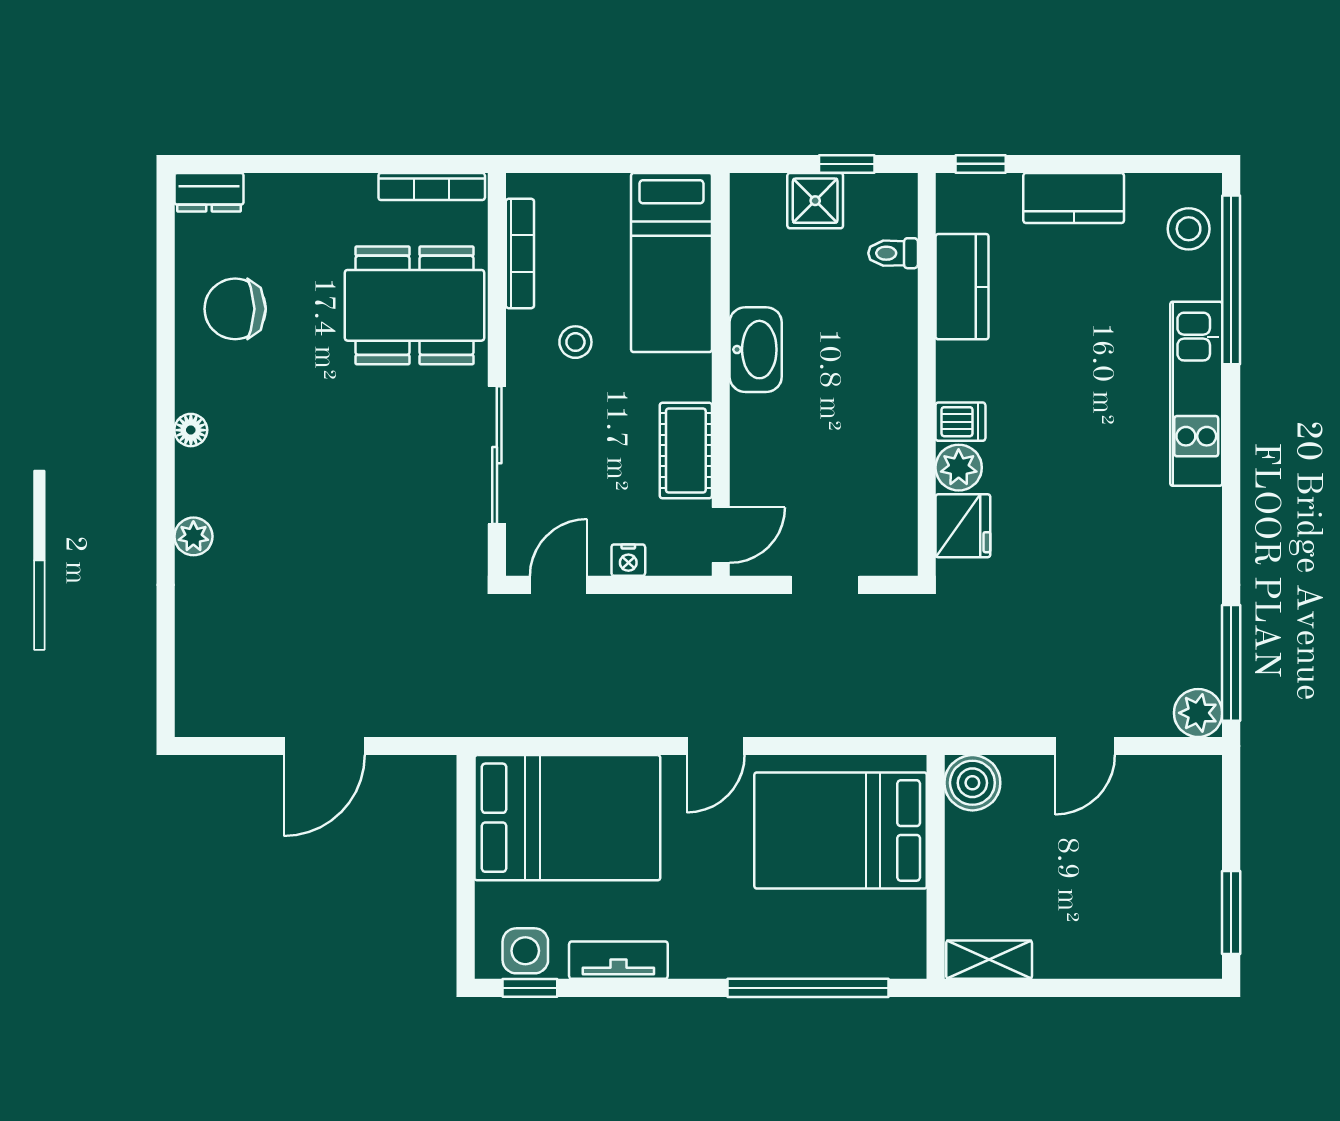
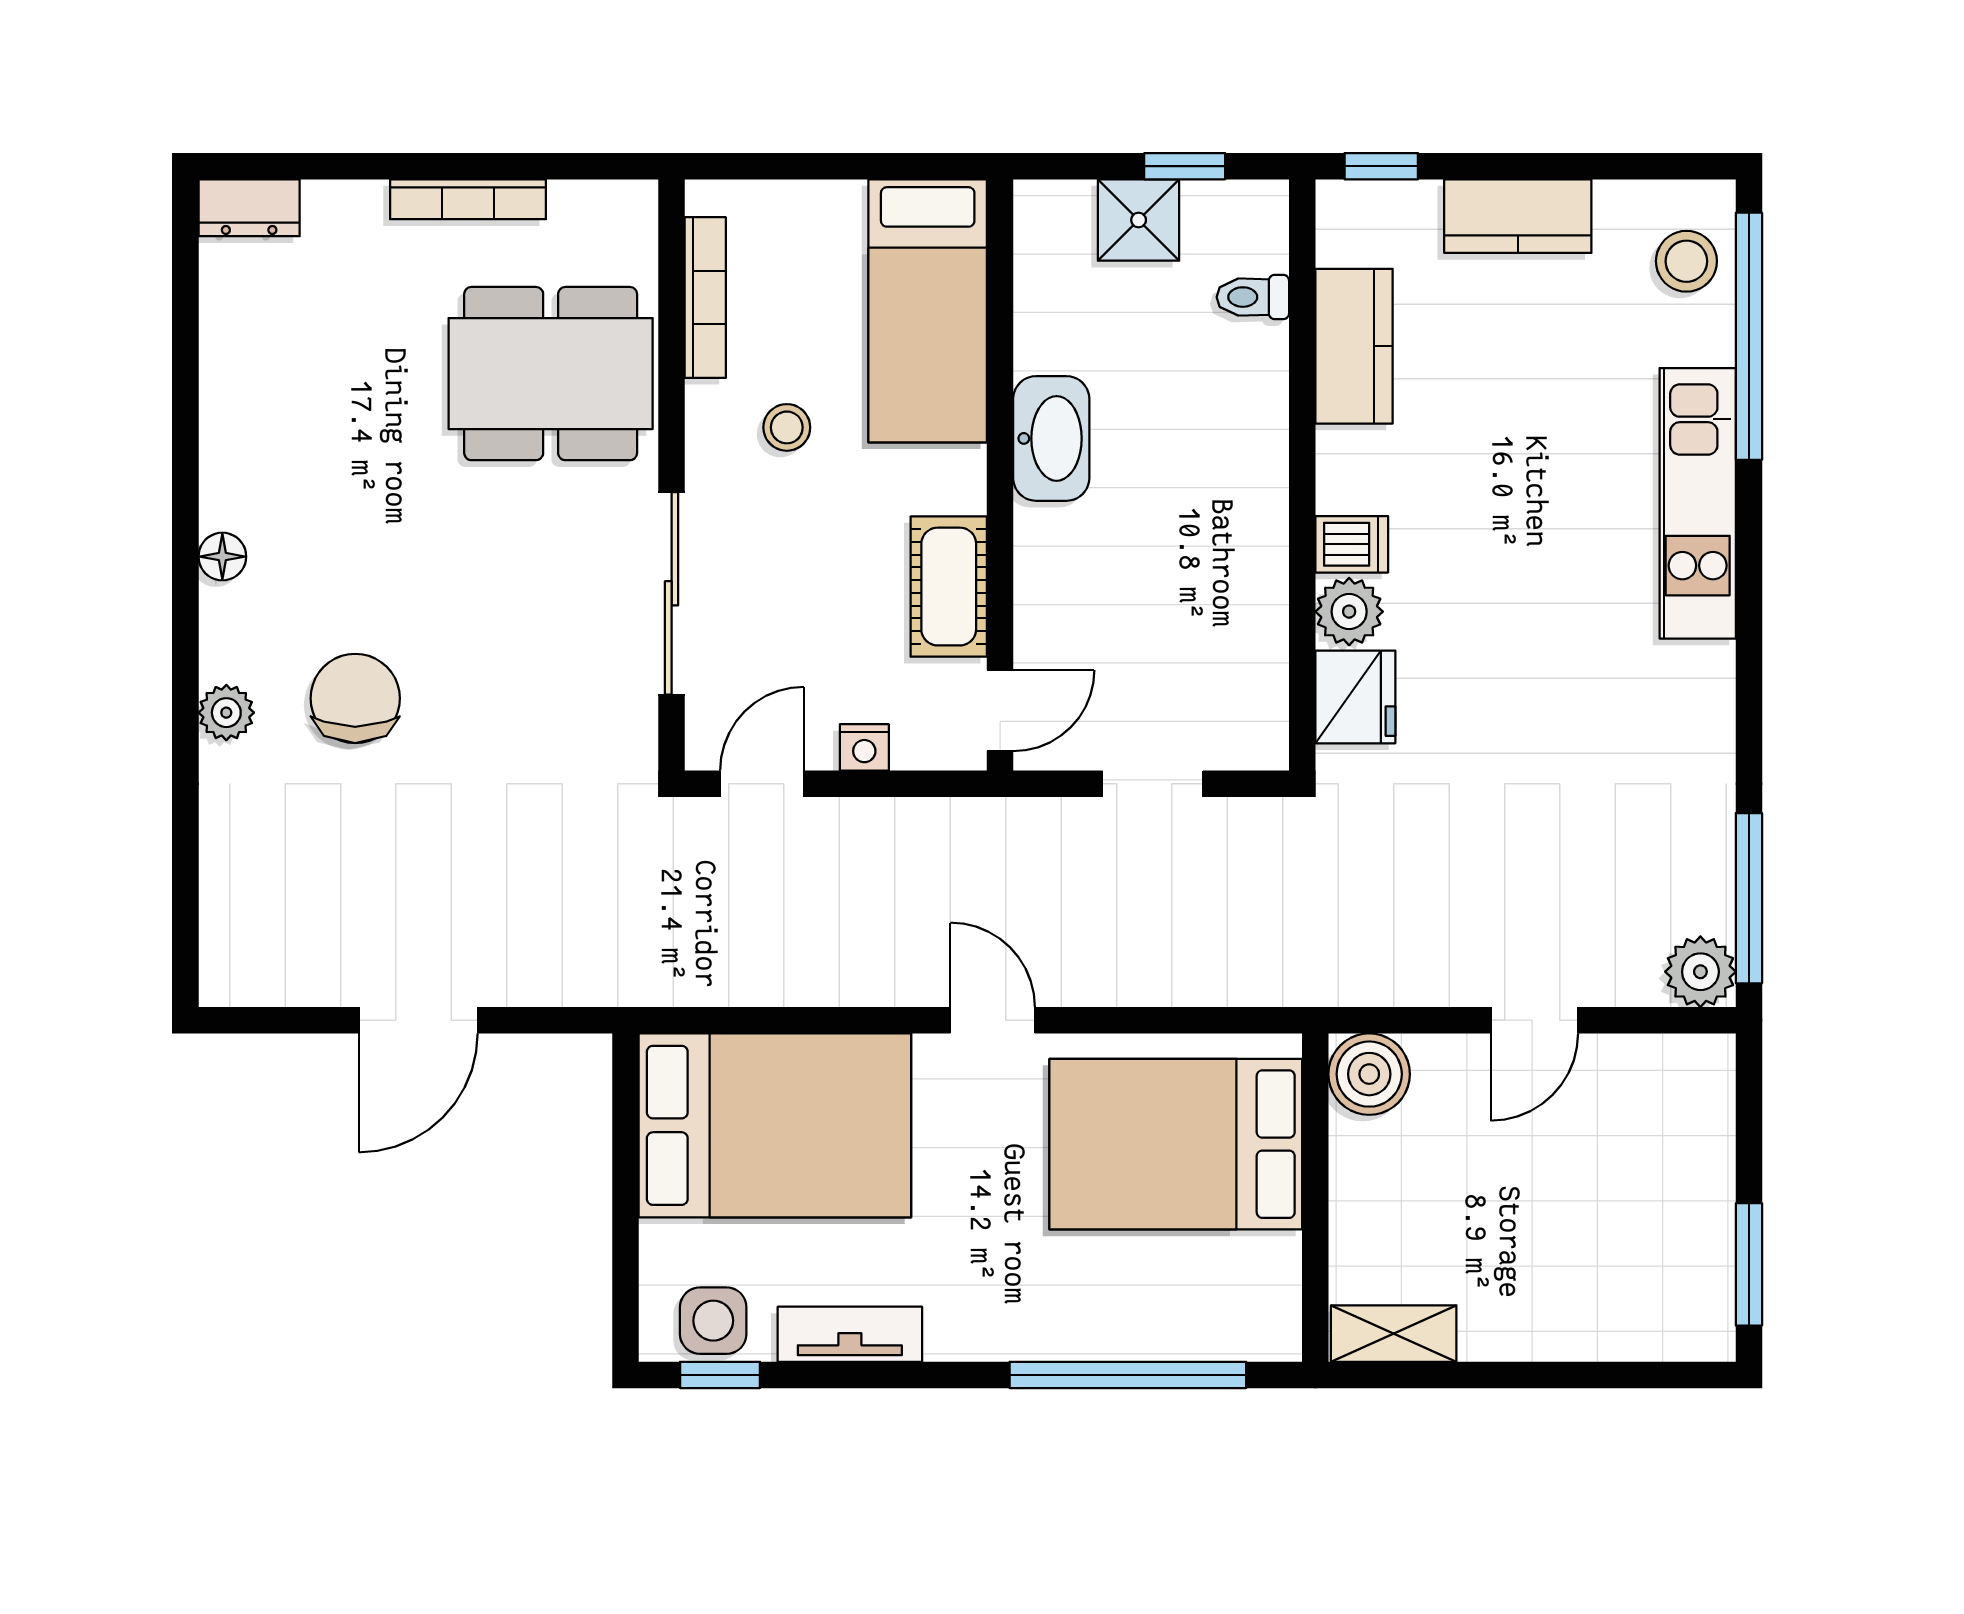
bookcase: (432, 187) -> (468, 199), moved
chair: (235, 309) -> (355, 698), moved, turned 90
door: (716, 746) -> (993, 1020), swing flipped

